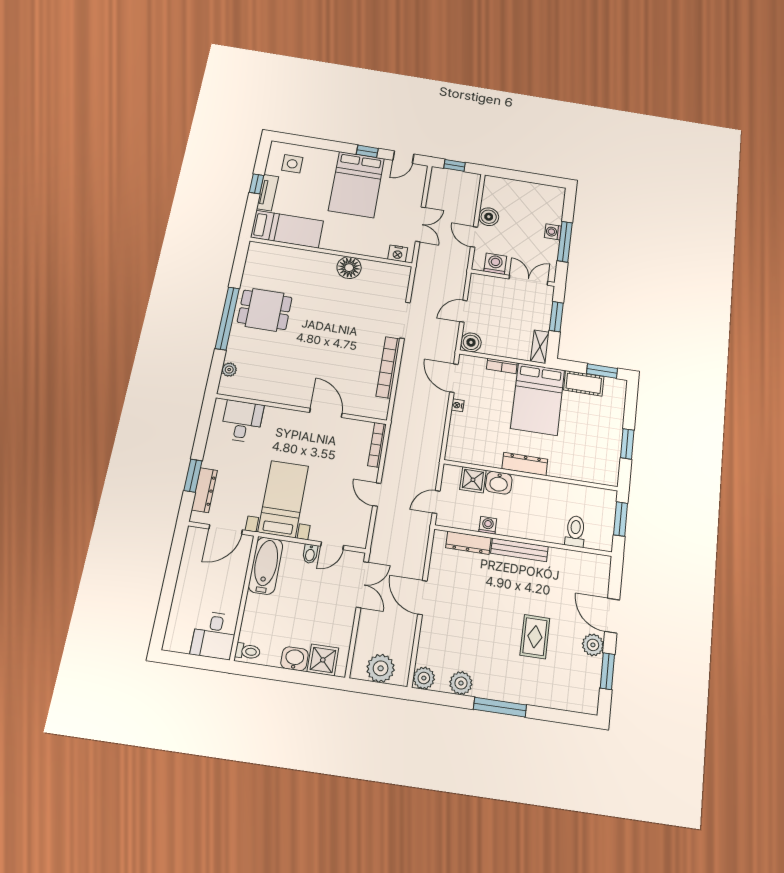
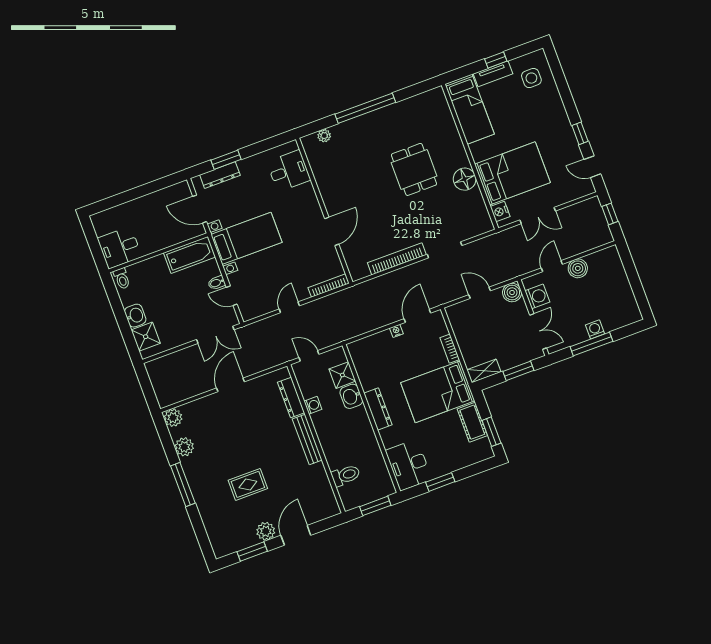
bed: (356, 184) -> (512, 173), moved, turned 180
dining table: (265, 310) -> (414, 169), moved
boiler: (471, 342) -> (512, 293), moved
desk: (596, 465) -> (409, 465), added
plant: (381, 668) -> (163, 382), removed

